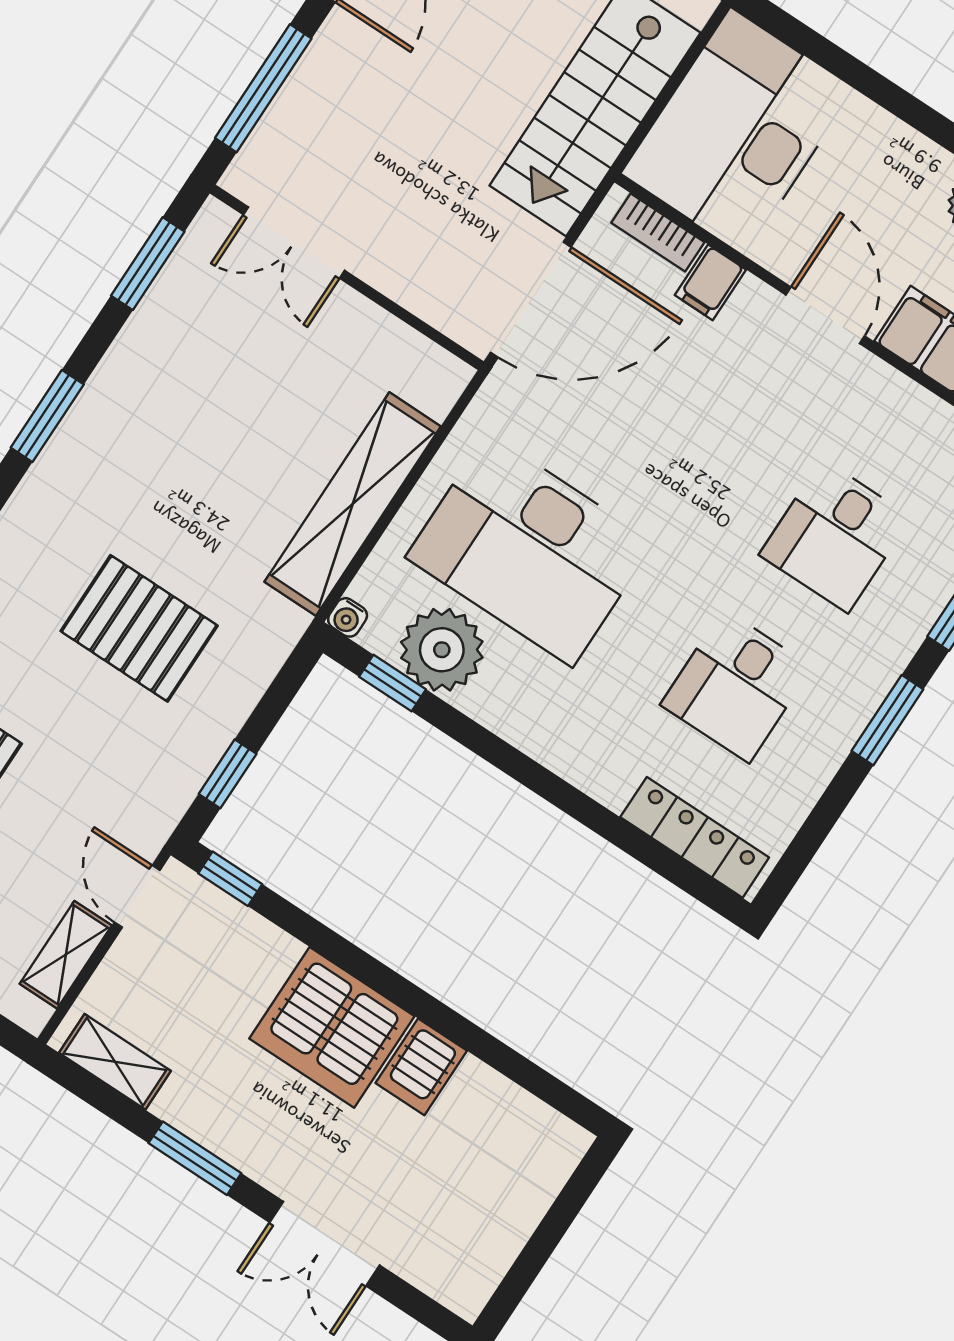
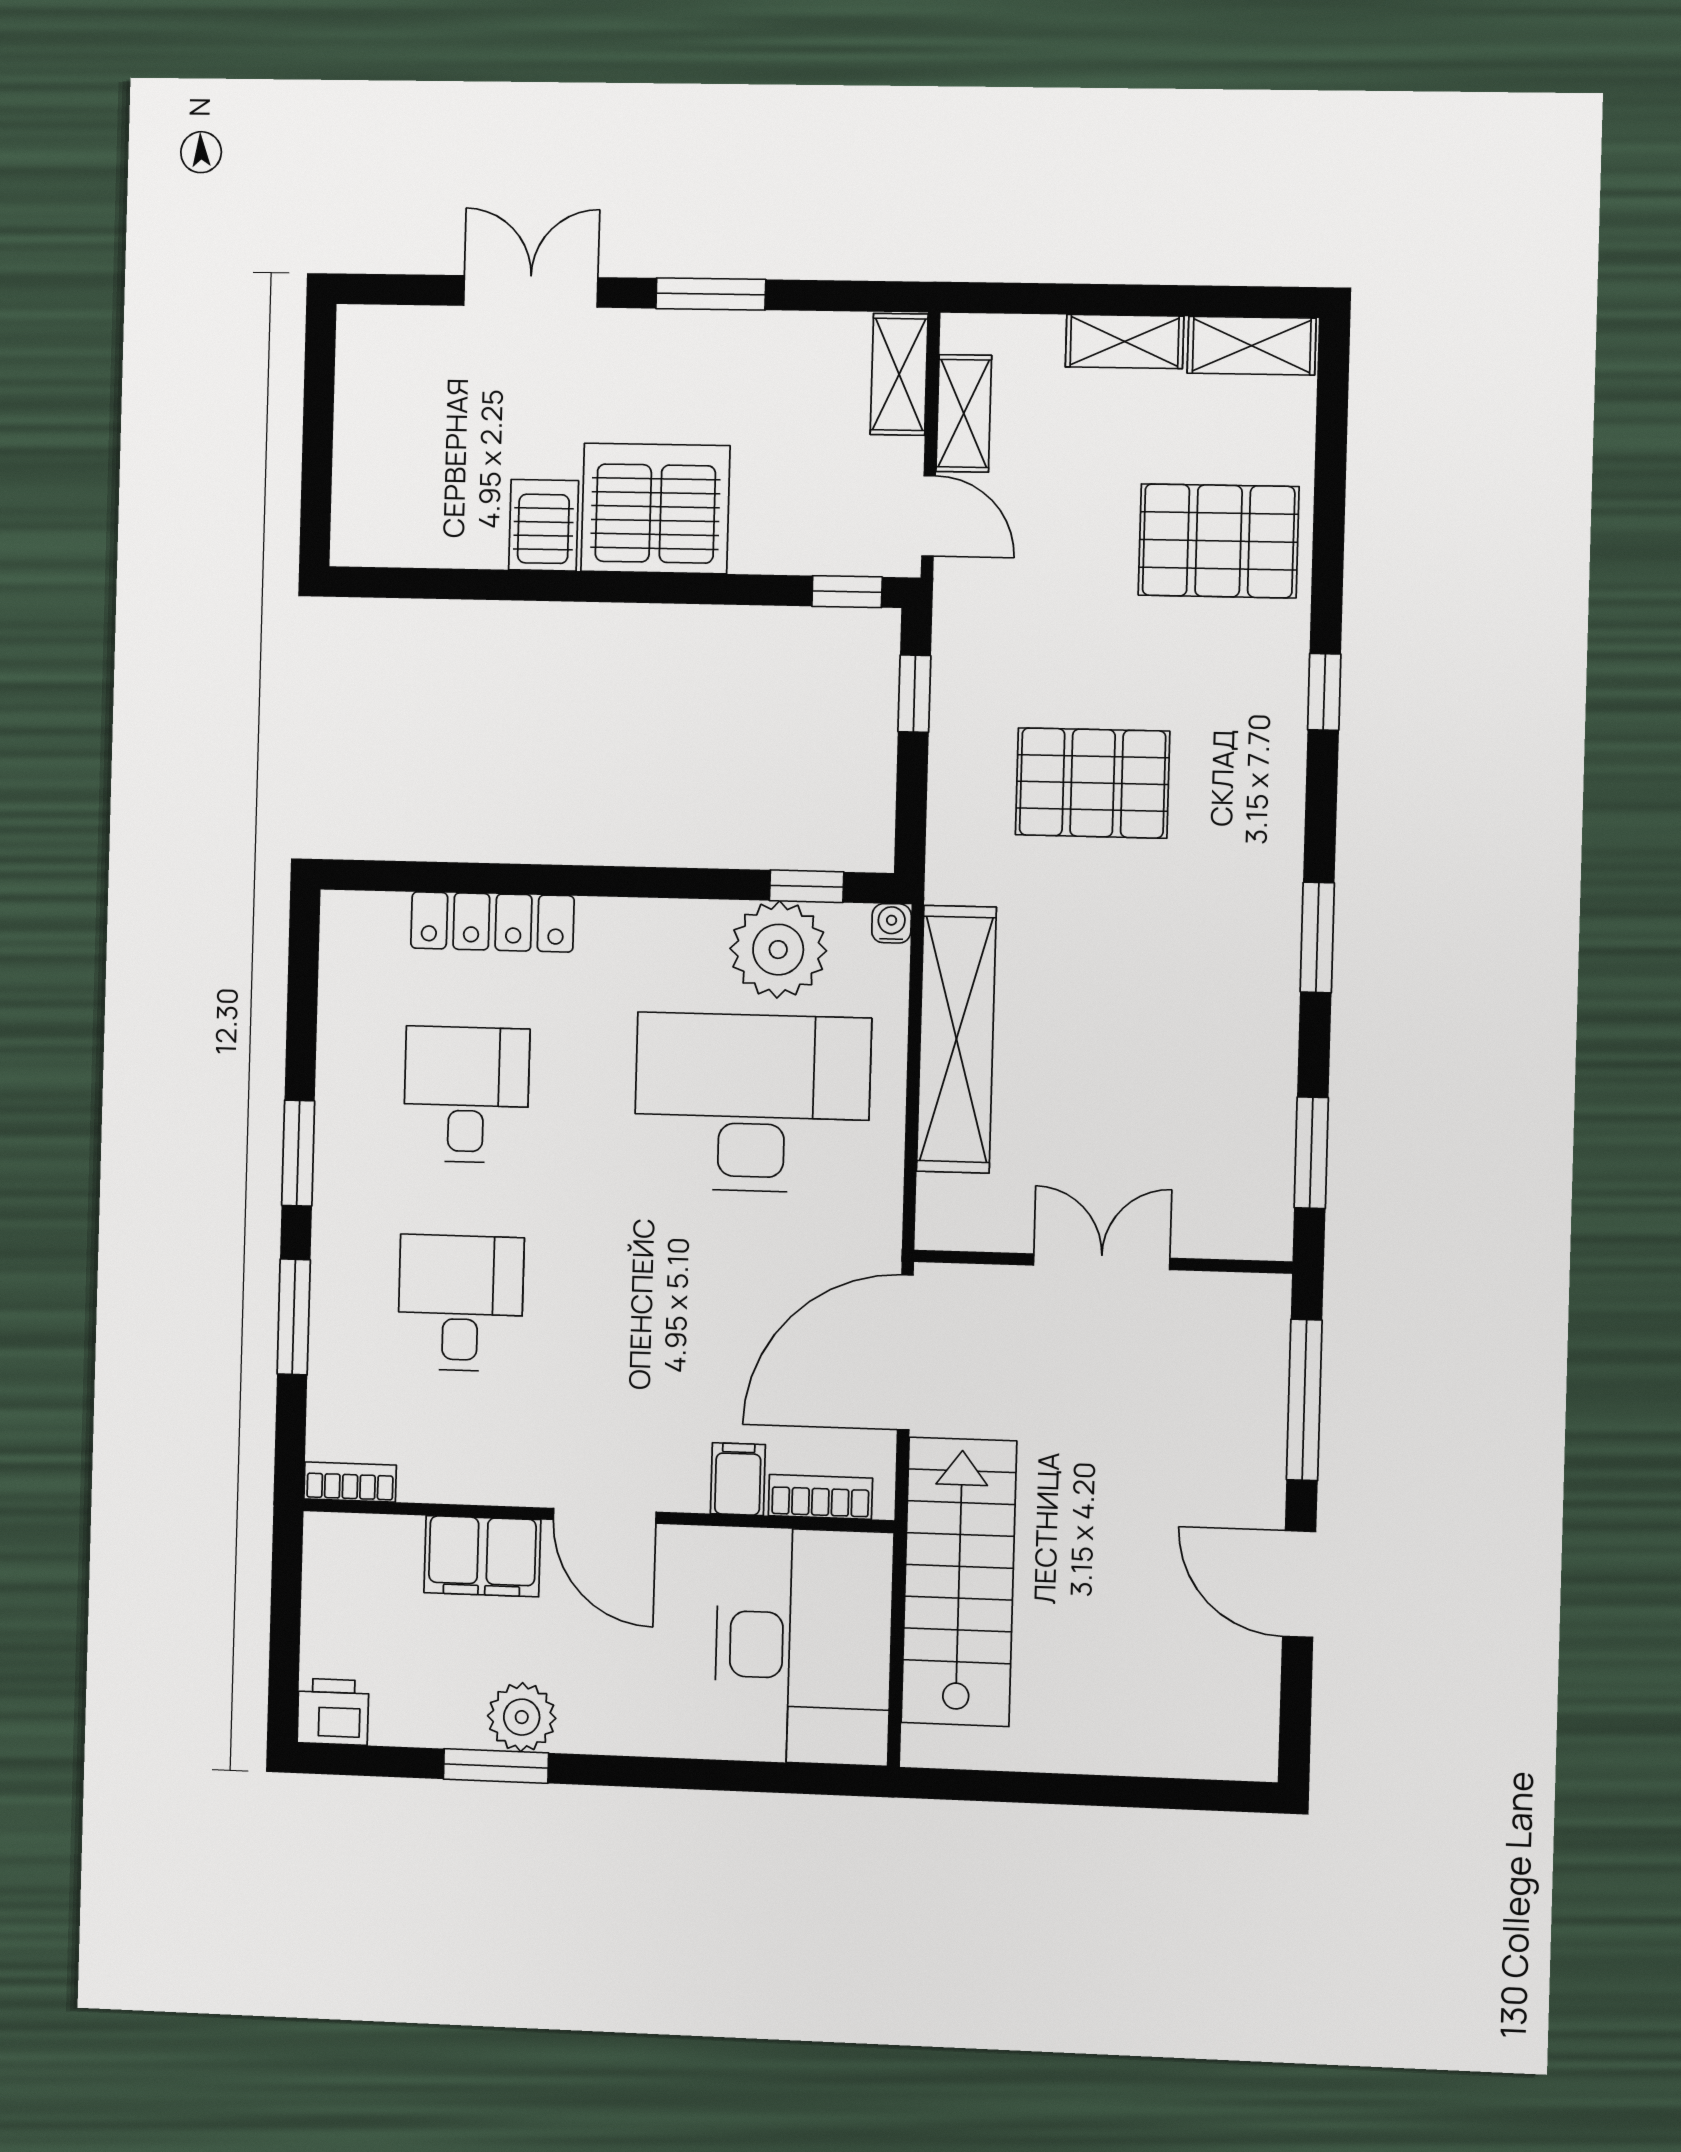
double door: (294, 243) -> (1102, 1262), moved
locker: (695, 837) -> (492, 922), moved
shelving: (115, 1062) -> (899, 374), moved, turned 90

